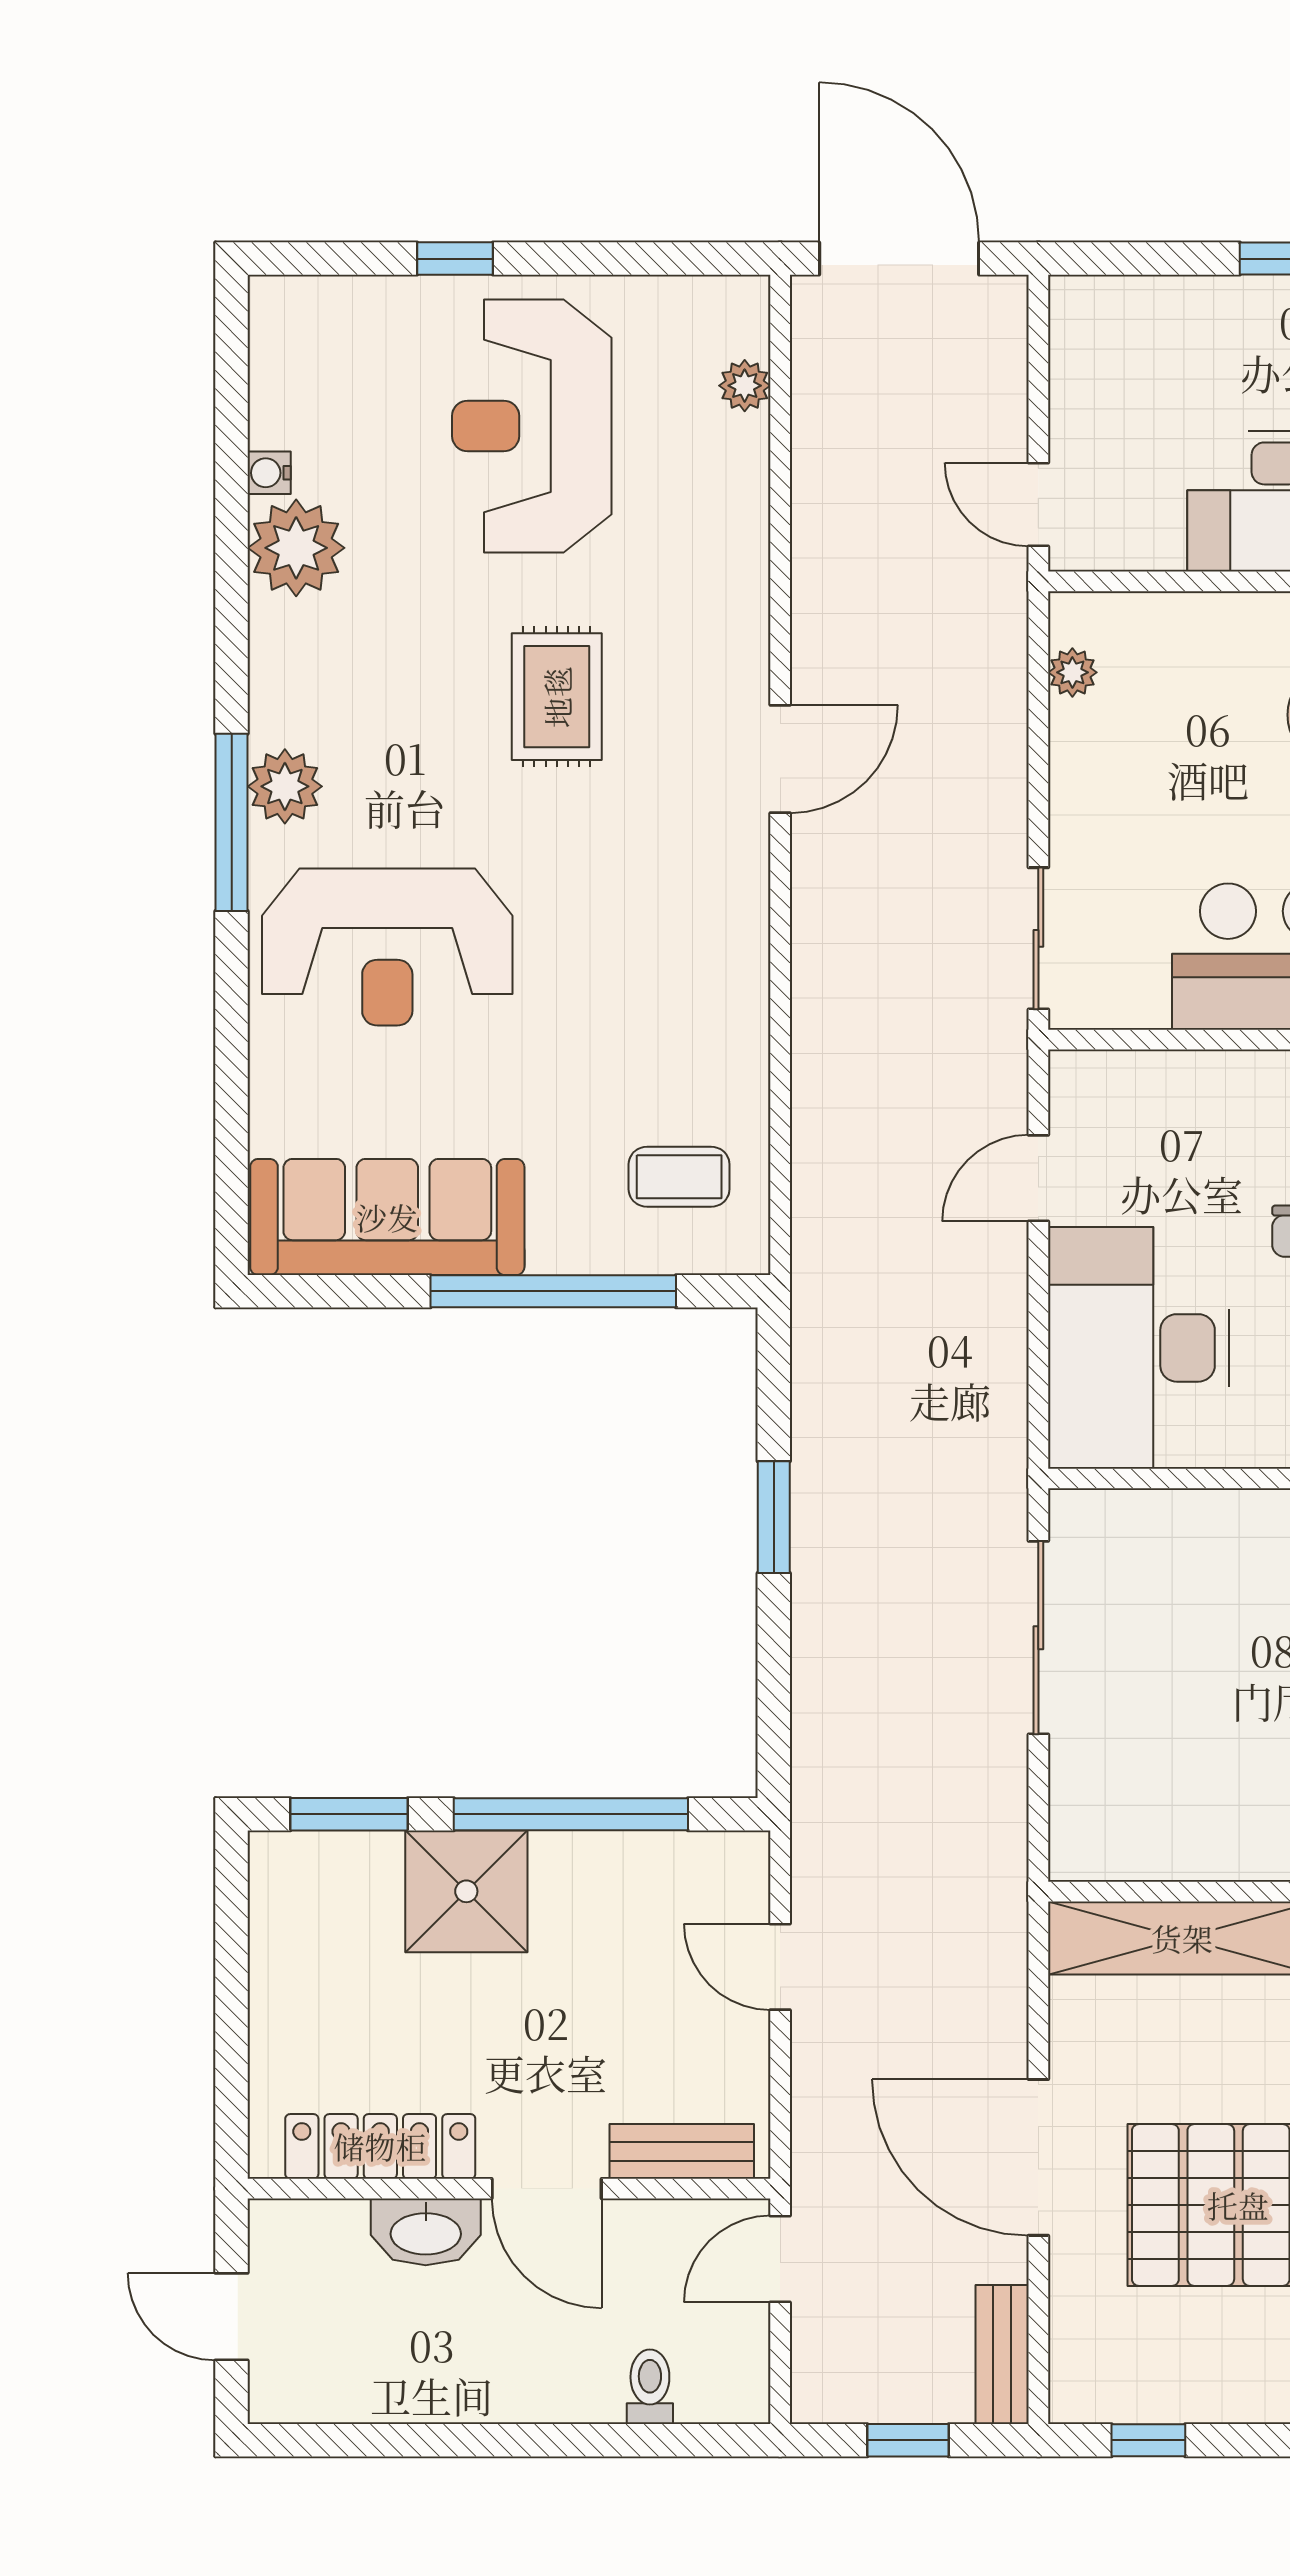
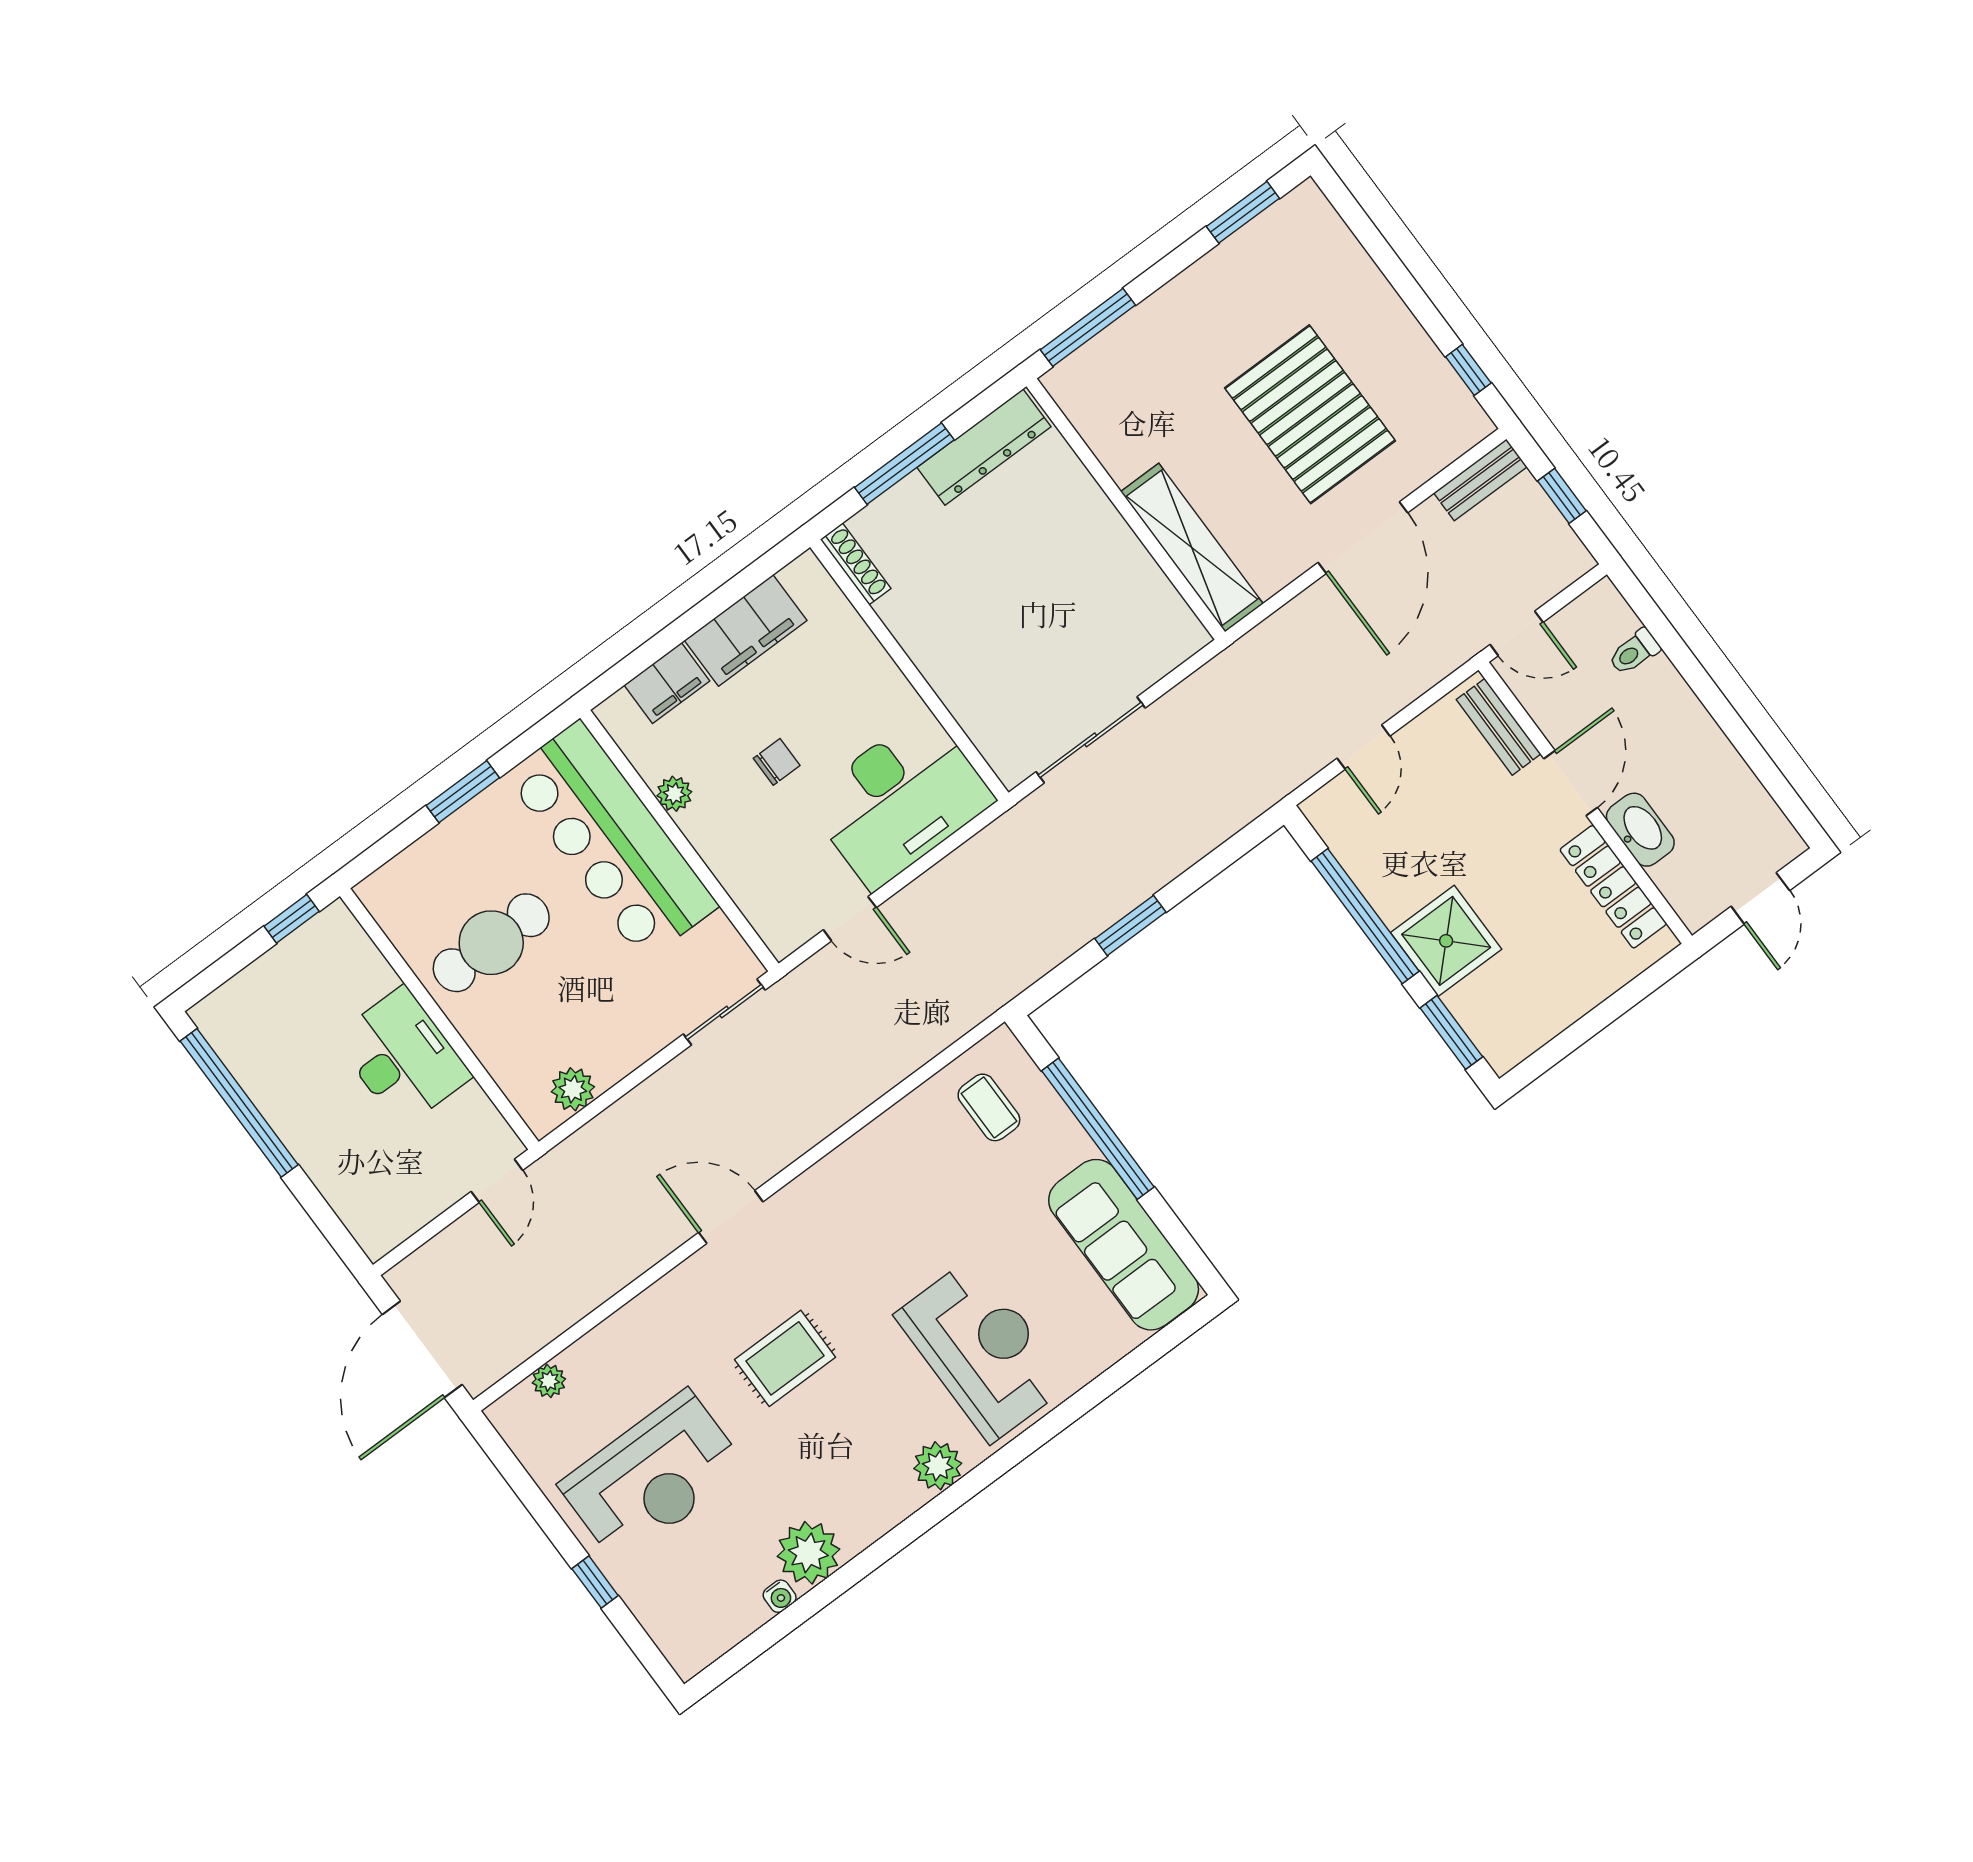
plant: (1072, 672) -> (573, 1089), width x1.38, depth x1.38
window: (232, 822) -> (977, 1480), removed

